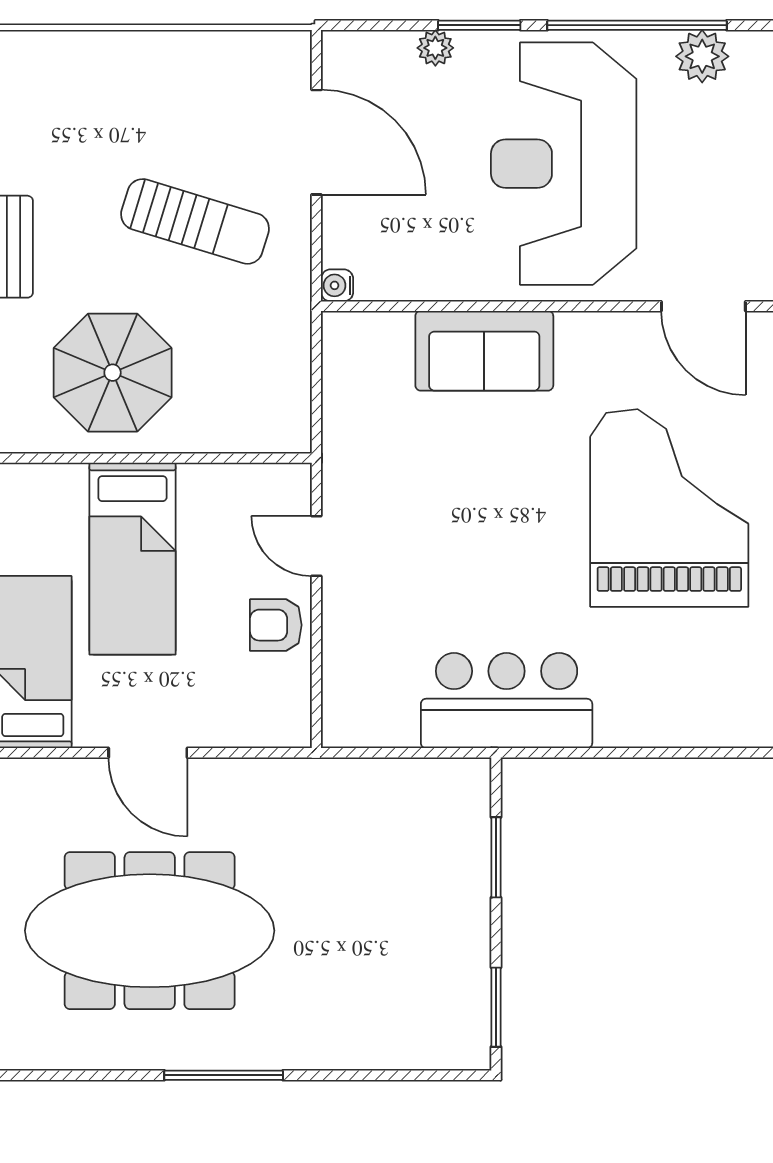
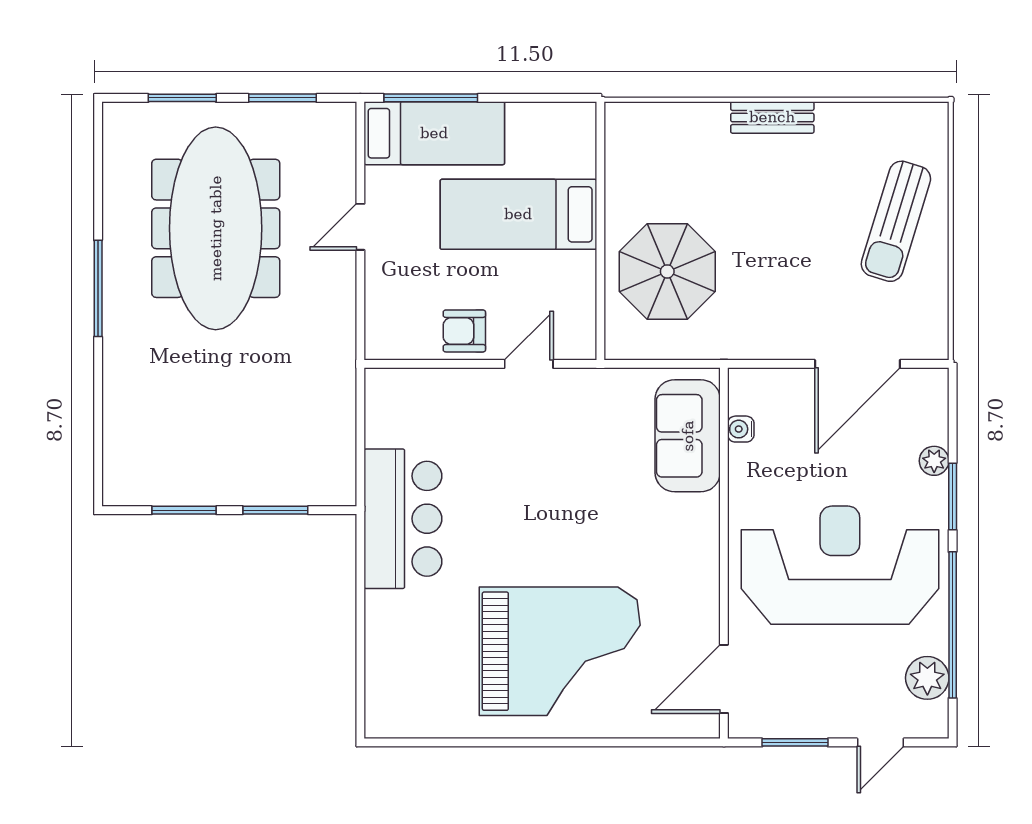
sun lounger: (195, 221) -> (896, 221), moved
water cooler: (337, 285) -> (741, 429), moved, turned -90
sofa: (484, 351) -> (688, 436), moved
parasol: (113, 373) -> (667, 271), moved
armchair: (276, 625) -> (464, 331), turned -90
door: (148, 753) -> (360, 227), width x0.73
window: (496, 1007) -> (184, 510), moved

